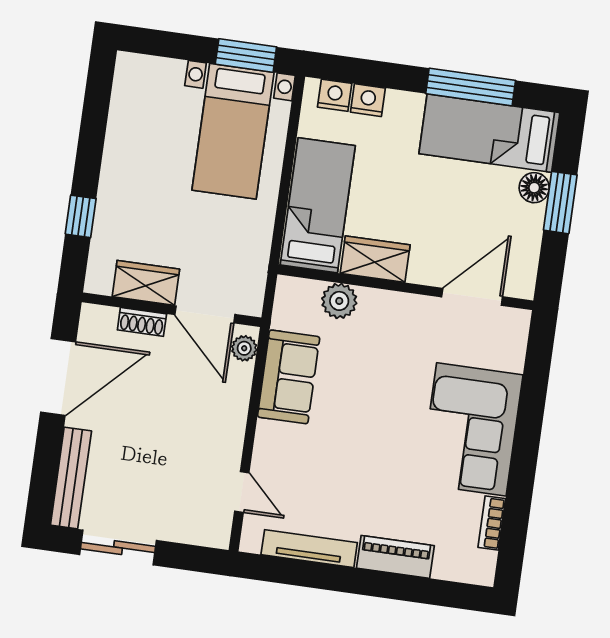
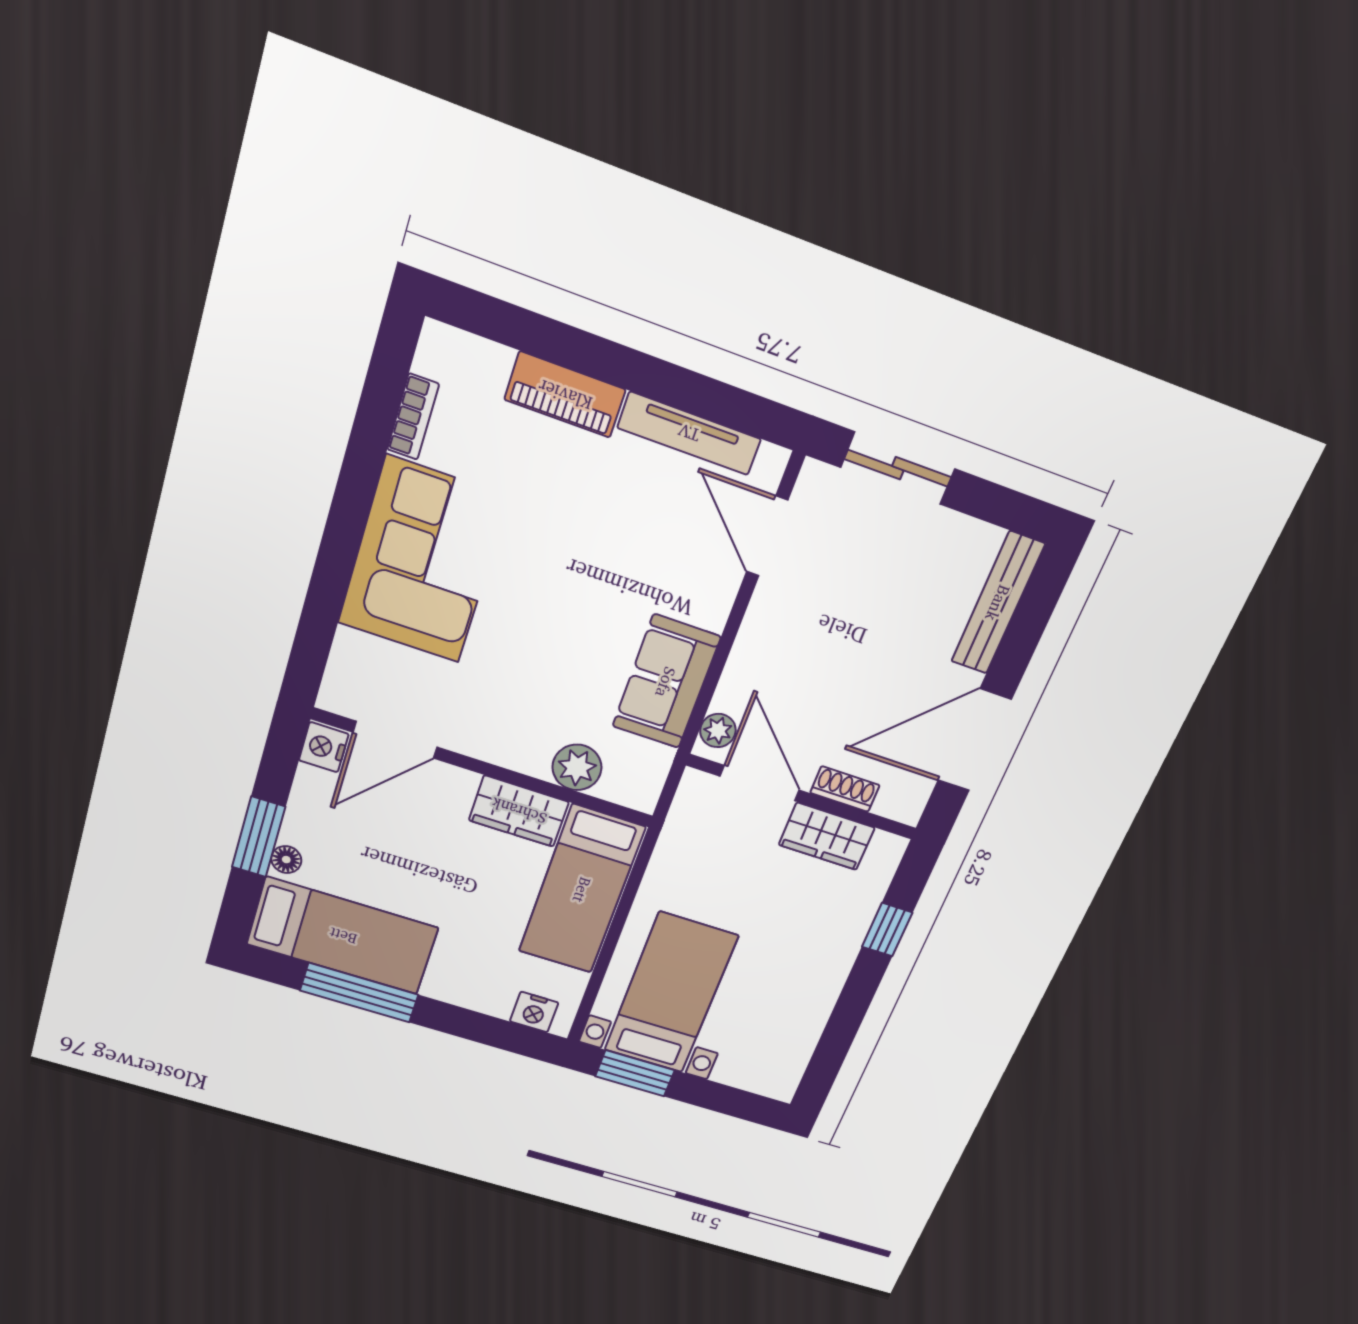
nightstand: (368, 100) -> (324, 747), moved, turned 90
floor lamp: (534, 188) -> (286, 860), width x0.73, depth x0.73
door: (242, 492) -> (767, 536), width x1.38
sliding door: (118, 548) -> (898, 468), moved

